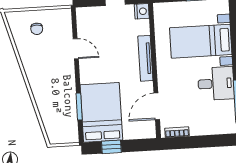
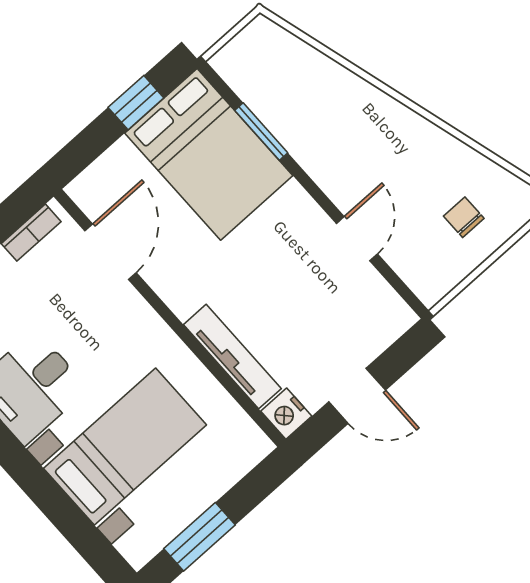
door: (76, 49) -> (357, 239), swing flipped
tv unit: (145, 58) -> (232, 357), moved

